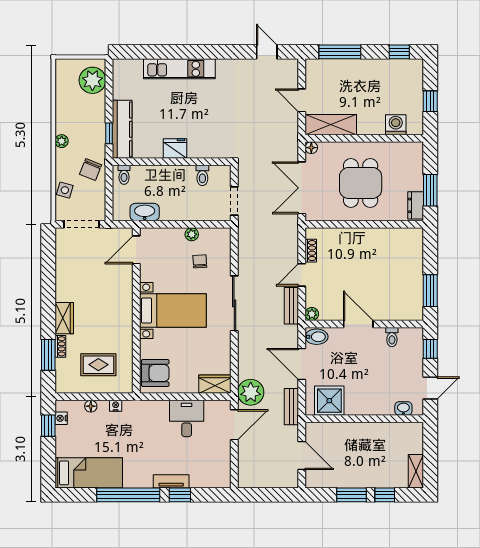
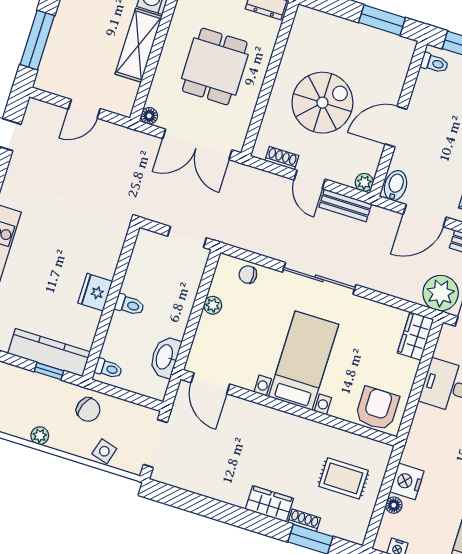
shelving: (331, 125) -> (139, 45), moved
toilet: (202, 175) -> (129, 305), moved
dining table: (361, 183) -> (215, 66), turned 90
chair: (200, 261) -> (248, 275), moved
spiral stairs: (359, 267) -> (322, 103), added
toilet: (392, 337) -> (434, 63), moved
rug: (98, 365) -> (343, 478), turned 90
nightstand: (116, 406) -> (407, 481), width x1.89, depth x1.79

